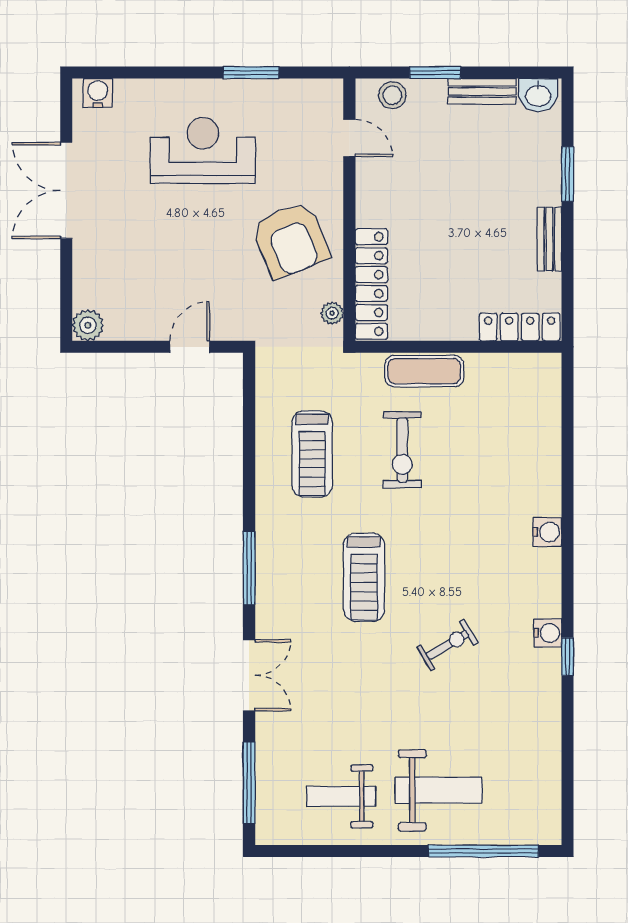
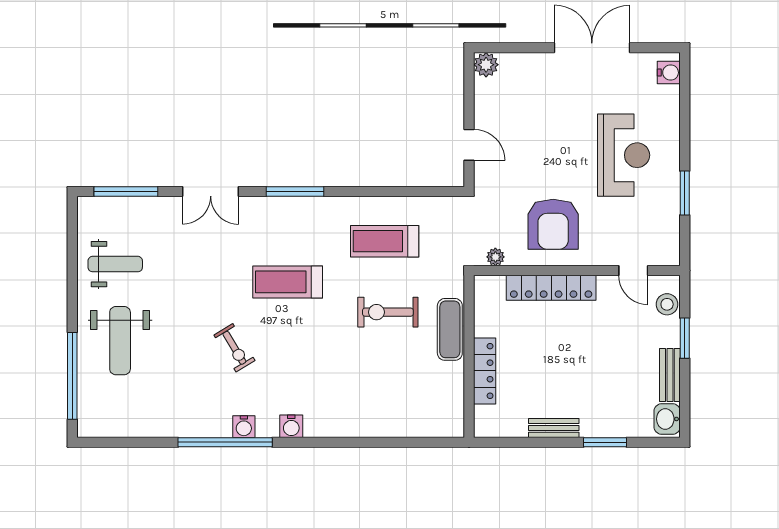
door: (349, 138) -> (633, 270), hinge flipped
armchair: (291, 240) -> (553, 224), turned -68
locker: (371, 284) -> (551, 288), moved
locker: (520, 327) -> (485, 371), moved
water cooler: (547, 532) -> (291, 426), moved
window: (568, 657) -> (225, 442), width x3.17
weight bench: (341, 796) -> (115, 264), turned 90

